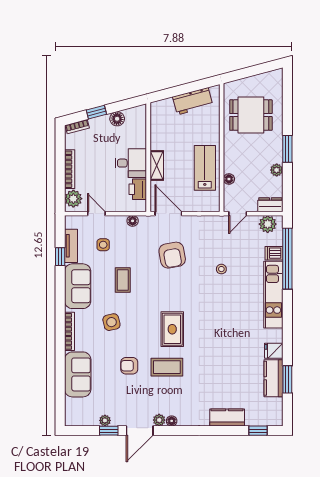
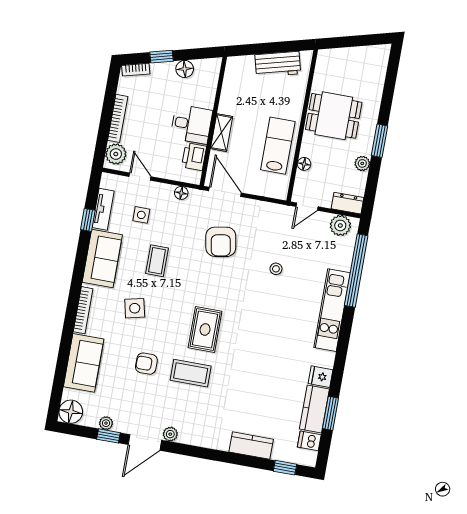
dining table: (251, 115) -> (334, 116), moved
dishwasher: (274, 253) -> (309, 441), moved
floor lamp: (172, 421) -> (71, 412), moved, width x1.89, depth x1.89

